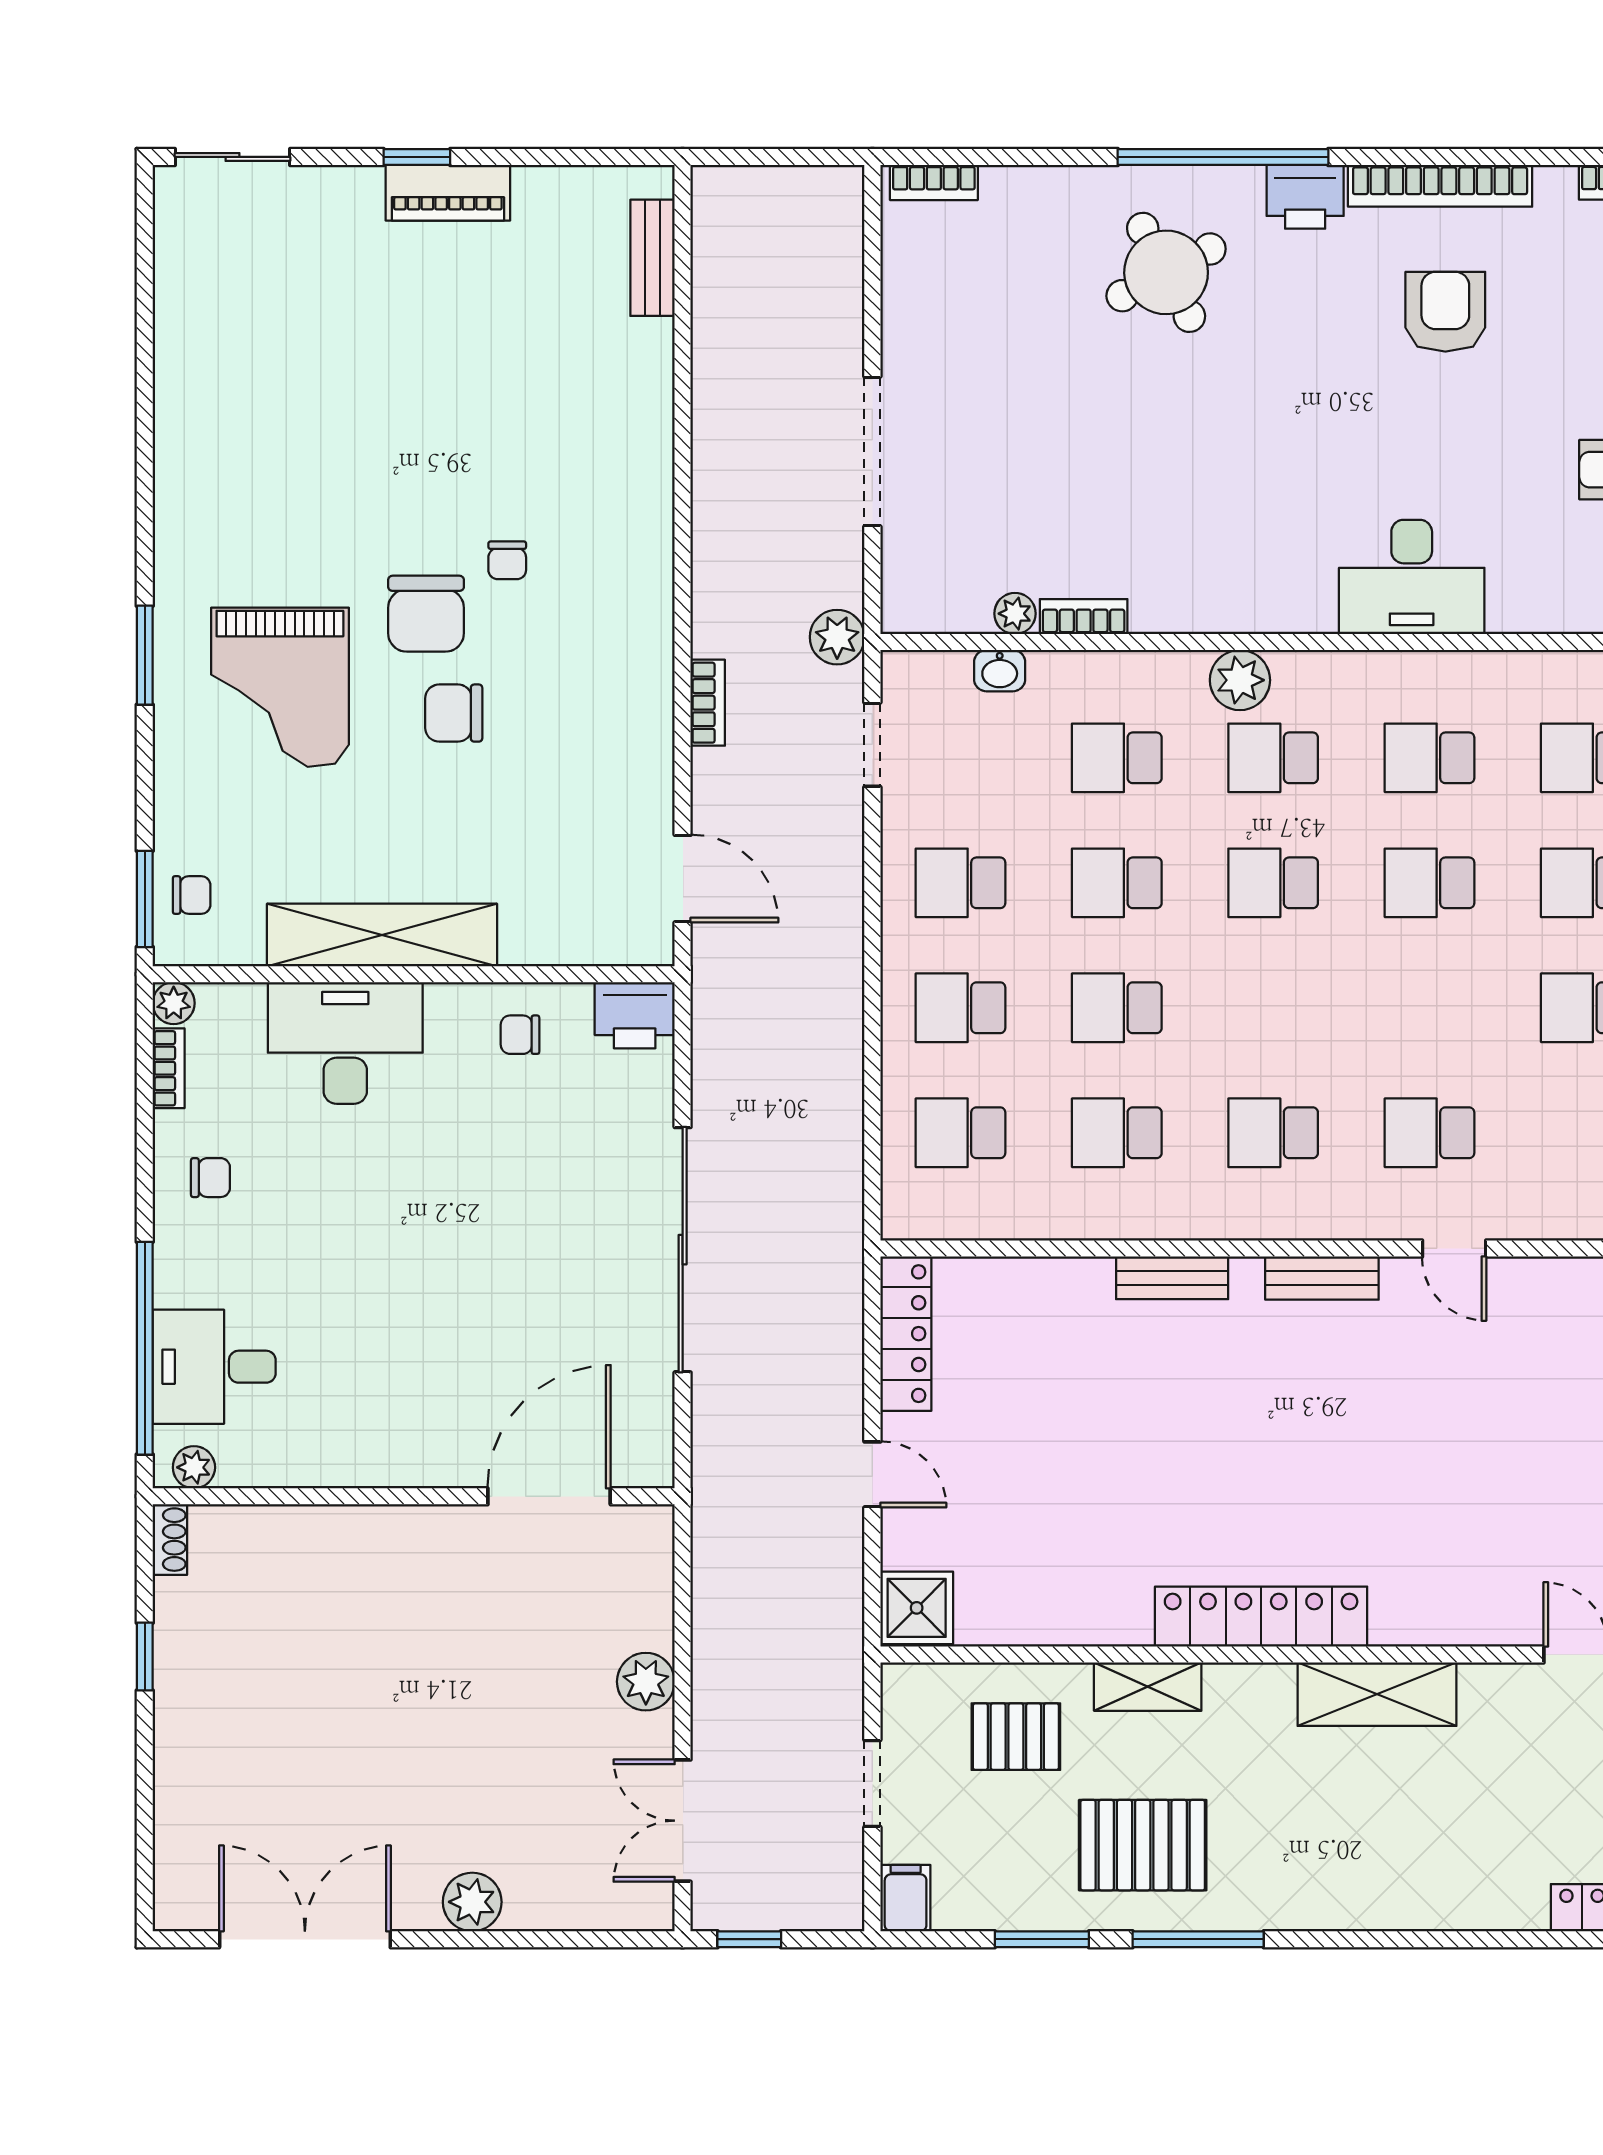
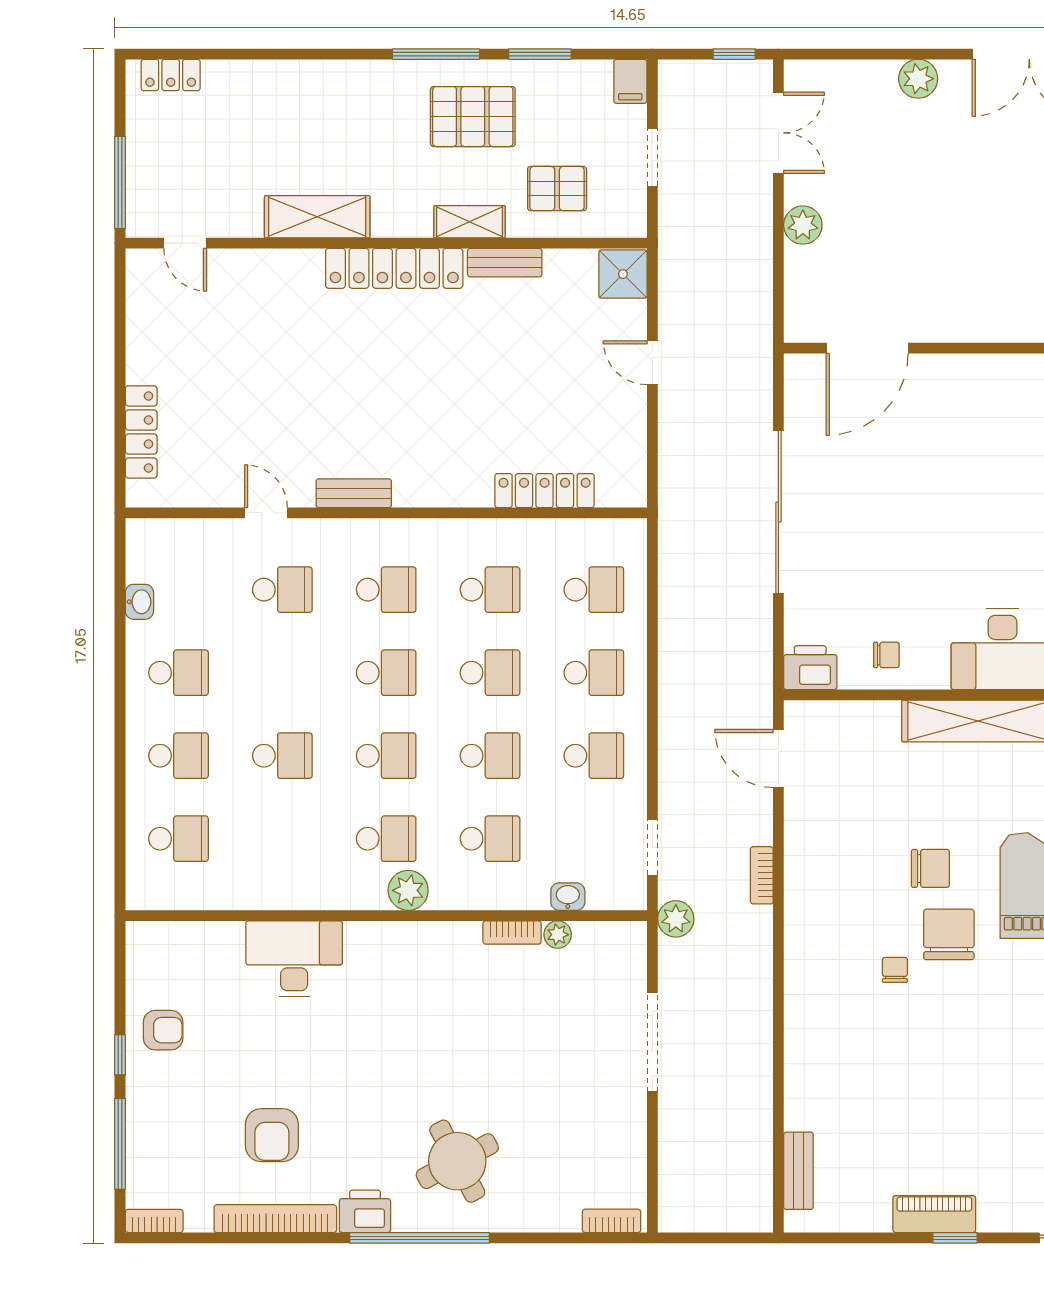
school desk: (1429, 758) -> (386, 673), moved
bench: (1172, 1278) -> (505, 263), moved
locker: (906, 1334) -> (545, 491), moved, turned 90

